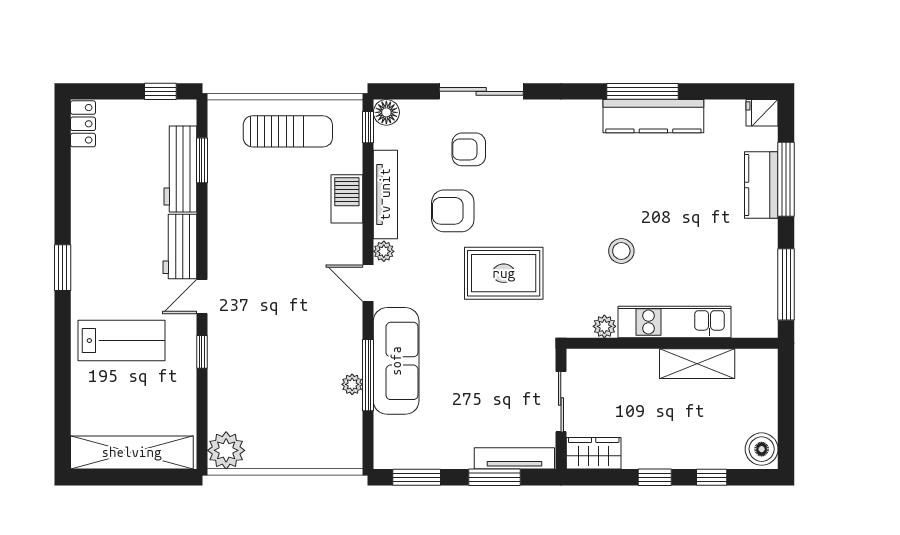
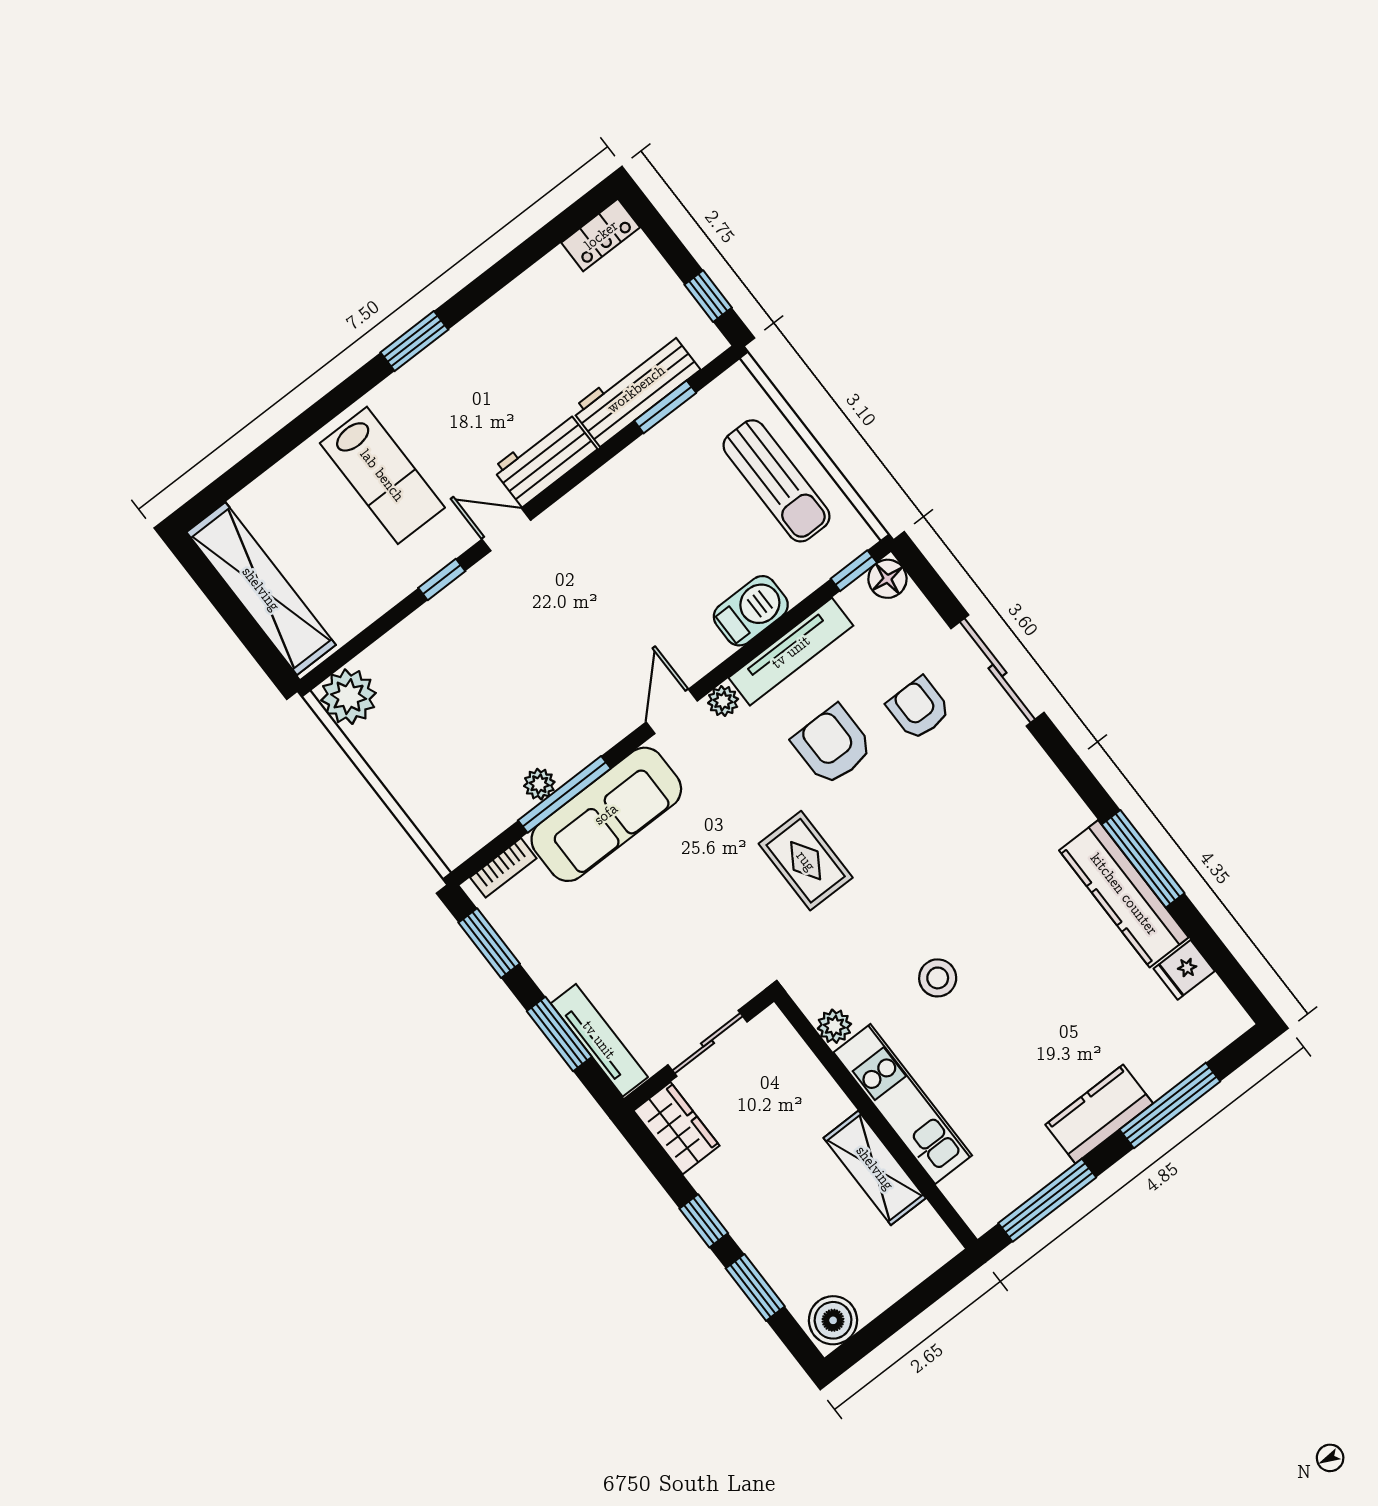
fridge: (762, 113) -> (1184, 970), moved, turned -90
kitchen counter: (761, 185) -> (1099, 1114), moved
rug: (504, 273) -> (806, 861), width x0.73, depth x0.70
bookcase: (382, 438) -> (503, 868), added
window: (712, 477) -> (755, 1287), width x1.50

